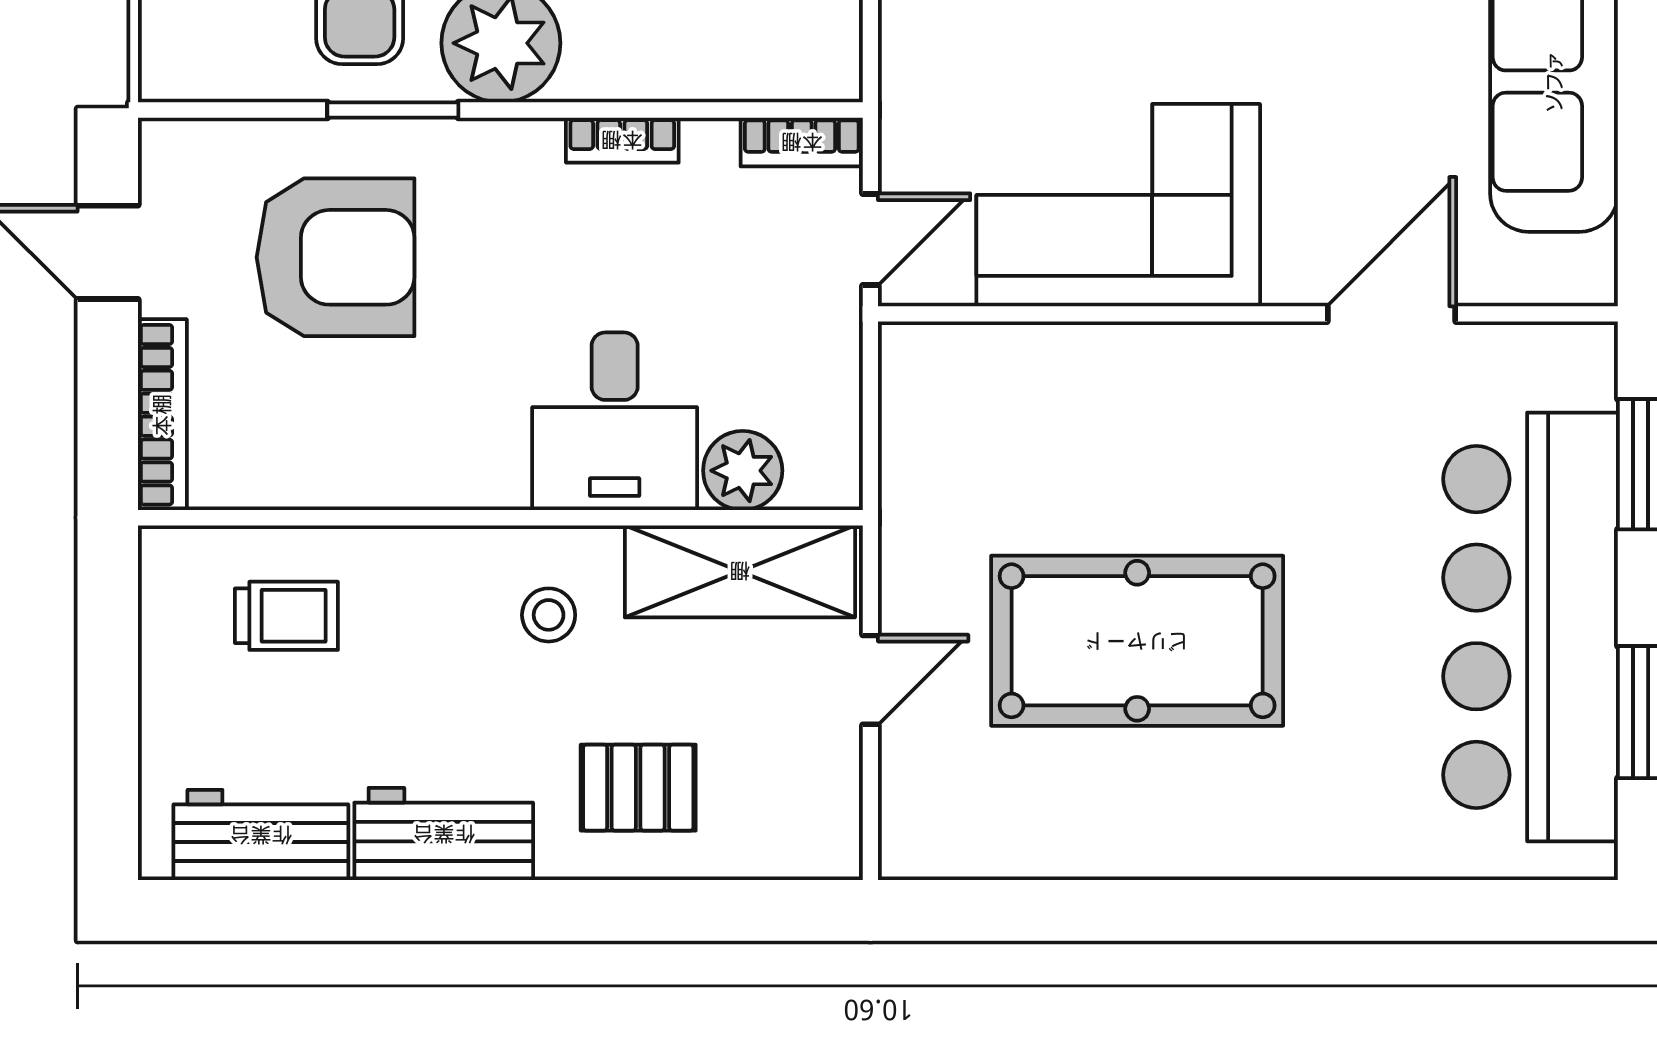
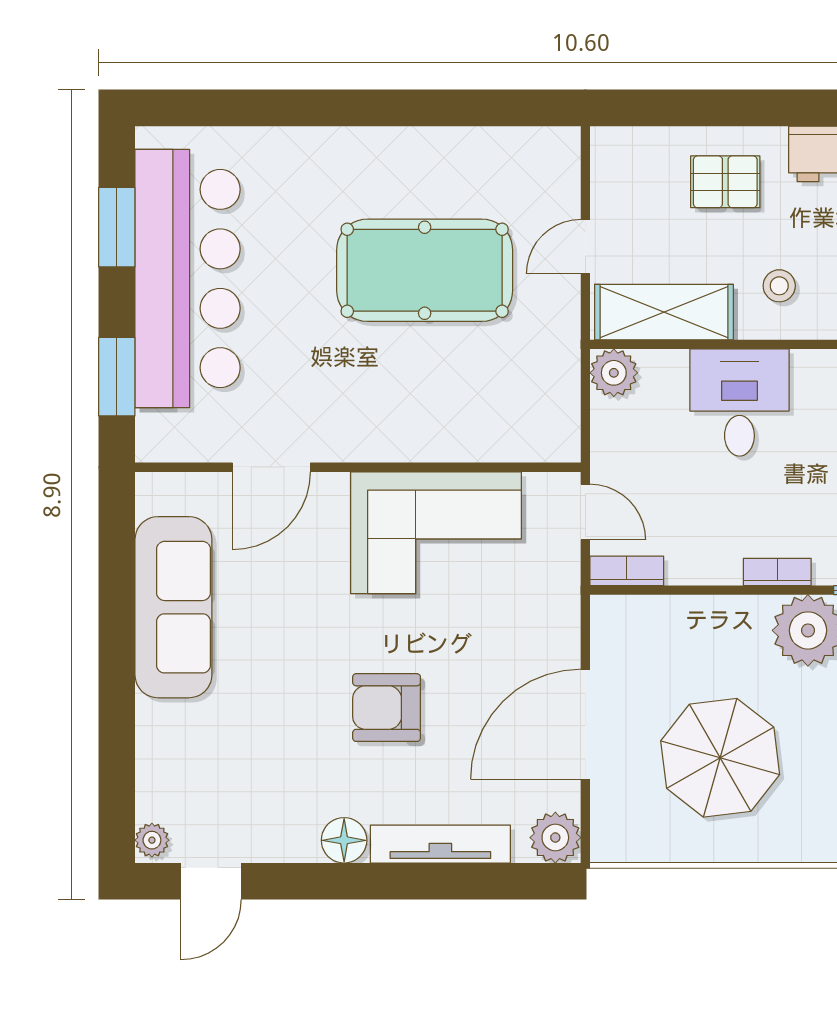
bookcase: (622, 140) -> (777, 572), moved
door: (870, 240) -> (585, 512), swing flipped
plant: (743, 471) -> (614, 373), moved

